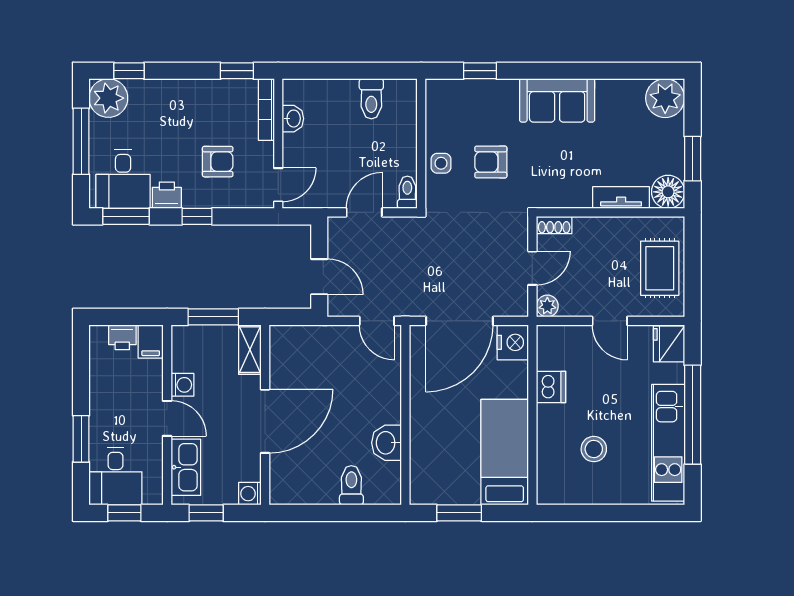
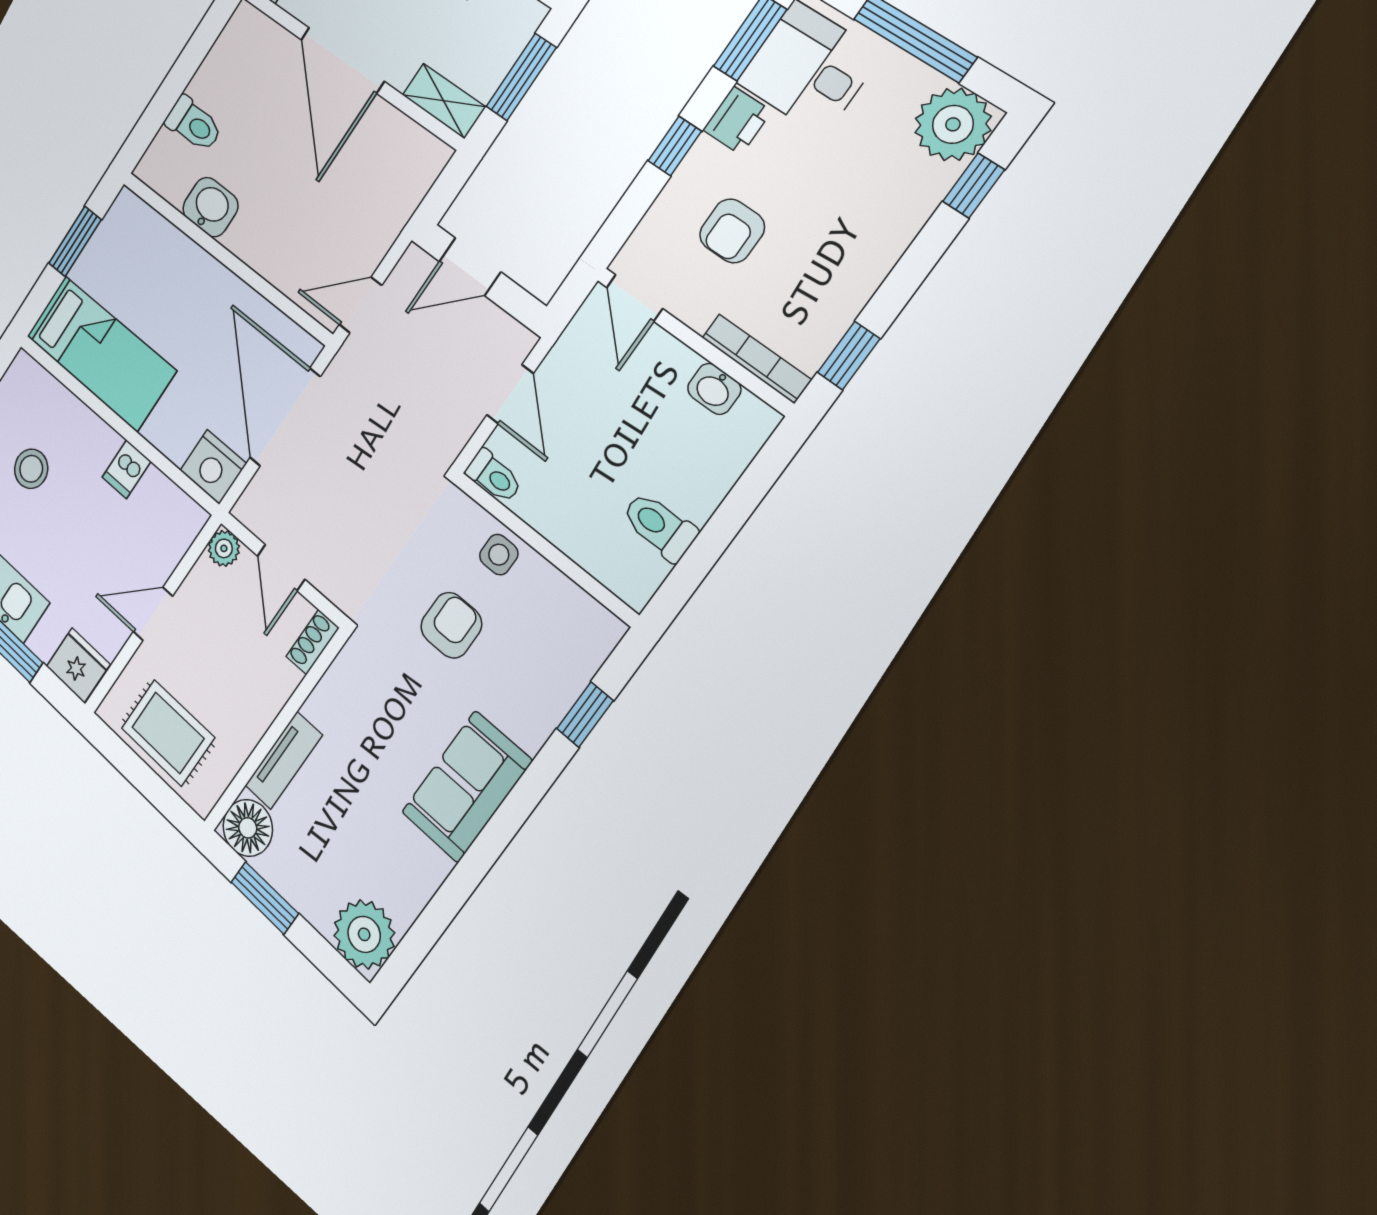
dishwasher: (551, 387) -> (127, 469), width x0.73

